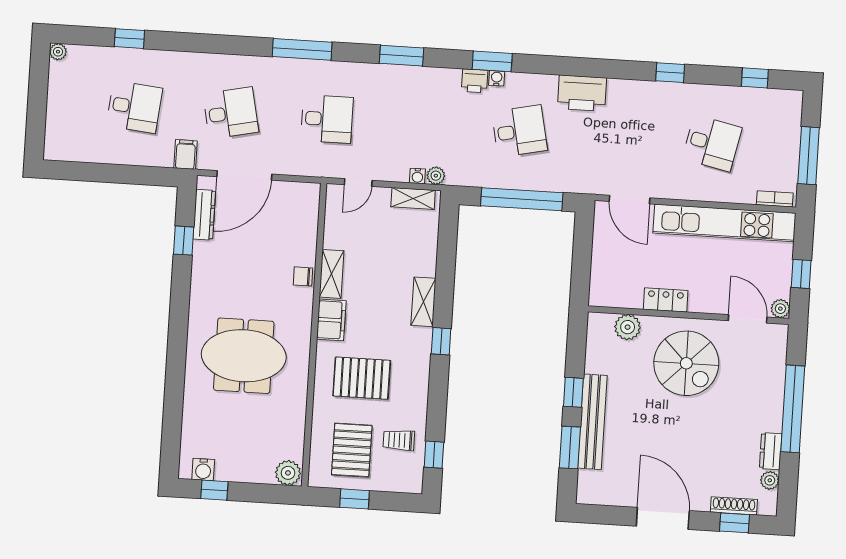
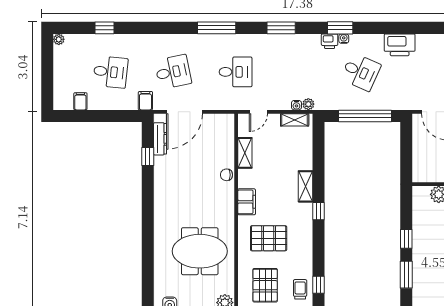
desk: (519, 131) -> (361, 72), turned 36
filing cabinet: (85, 149) -> (80, 101), added
shelving: (332, 274) -> (245, 153), moved
meeting table: (244, 356) -> (200, 251), moved
bench: (592, 422) -> (420, 257), removed
trolley: (399, 440) -> (300, 289), moved, turned 90

